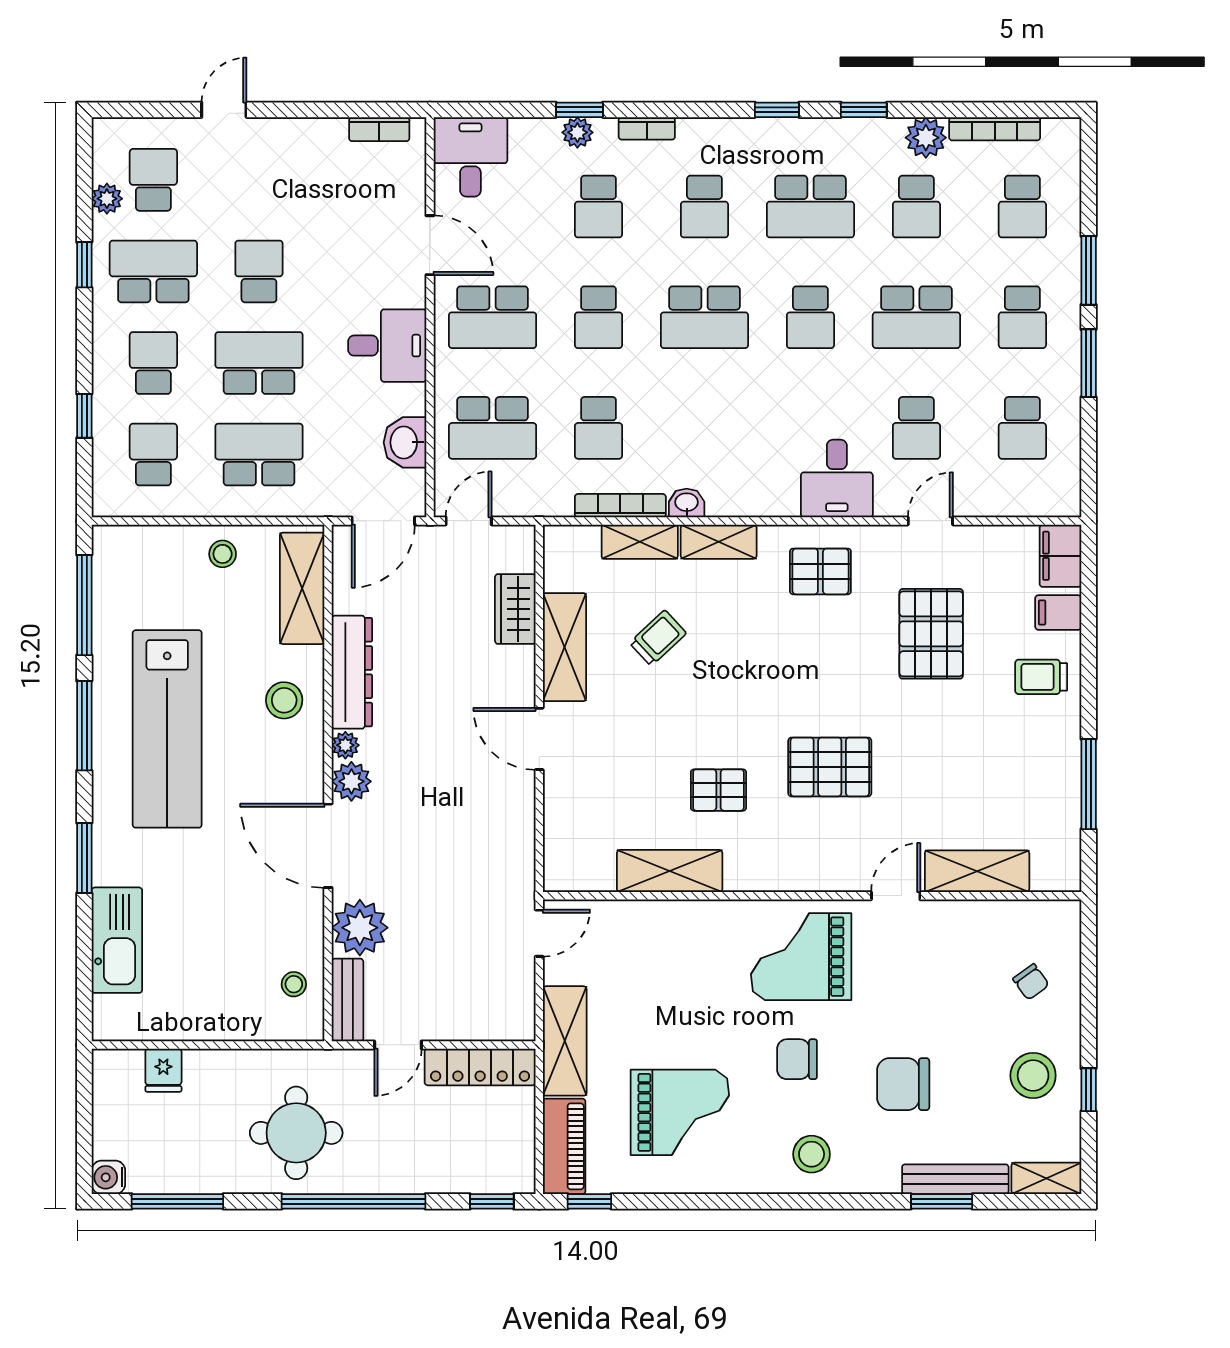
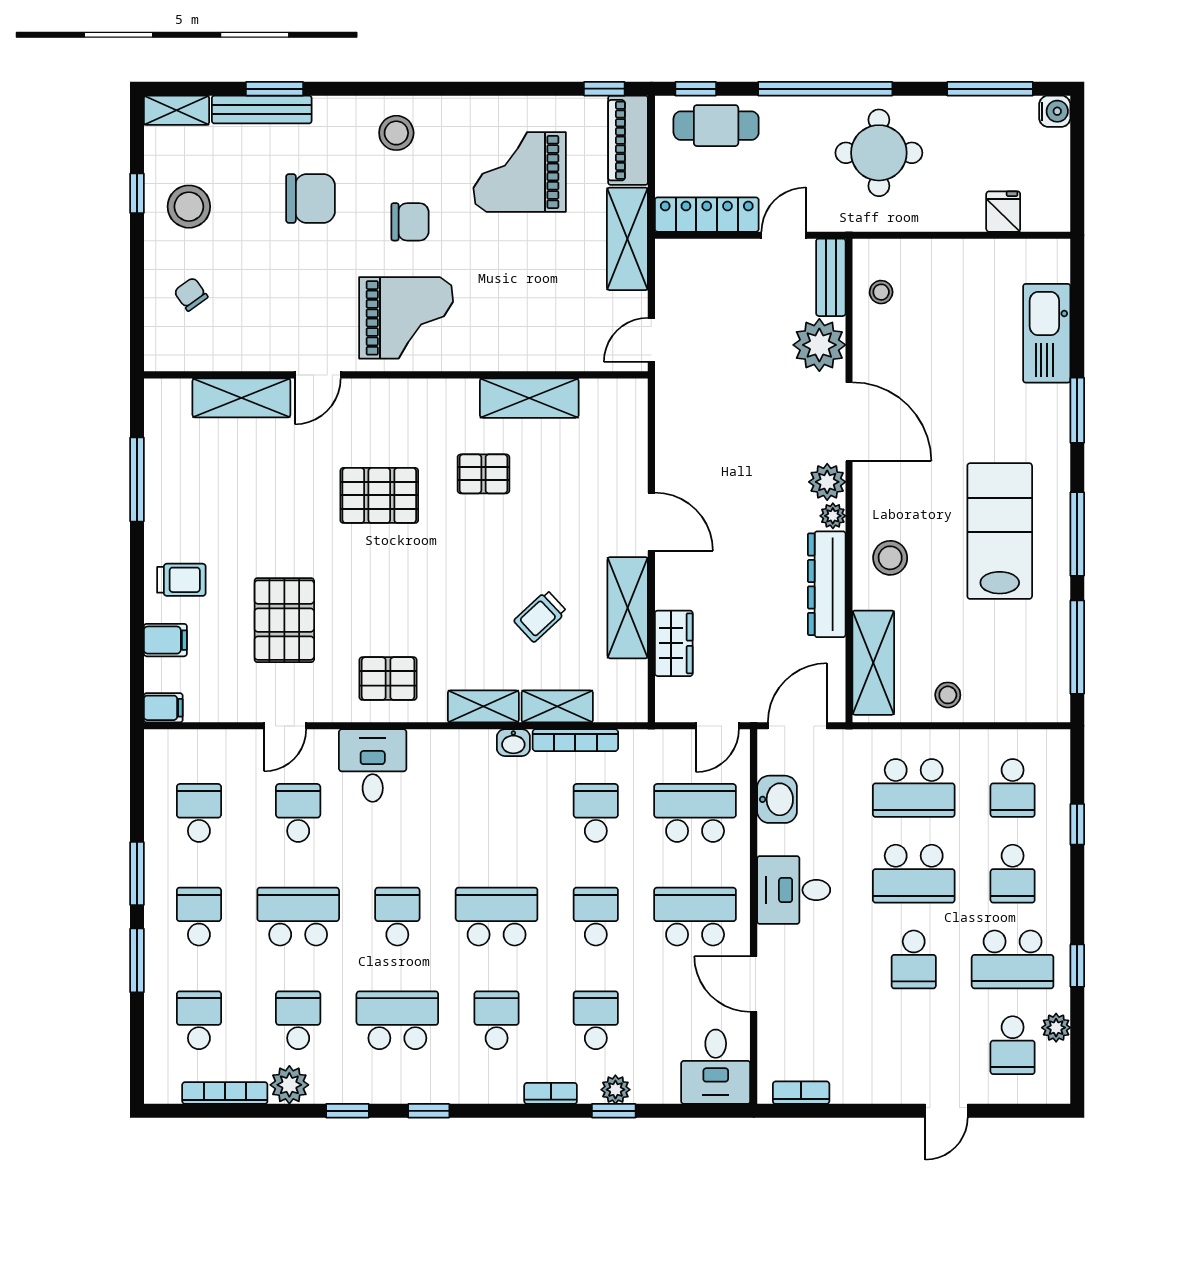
filing cabinet: (1060, 556) -> (163, 708), width x0.50
lab bench: (167, 729) -> (1000, 531), width x0.73
cafe table: (470, 1162) -> (716, 126), added

